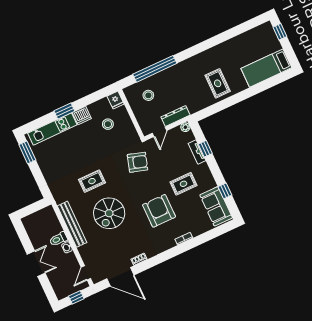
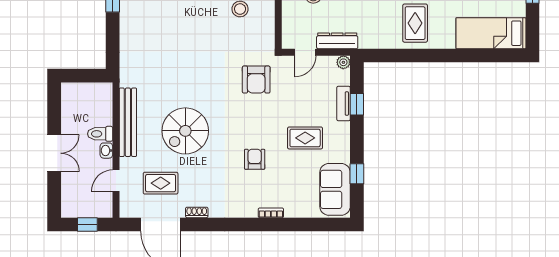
armchair: (137, 162) -> (256, 80), turned 73
rug: (92, 181) -> (161, 183), moved
armchair: (159, 211) -> (255, 159), width x0.53, depth x0.53
door: (86, 273) -> (116, 181), moved

